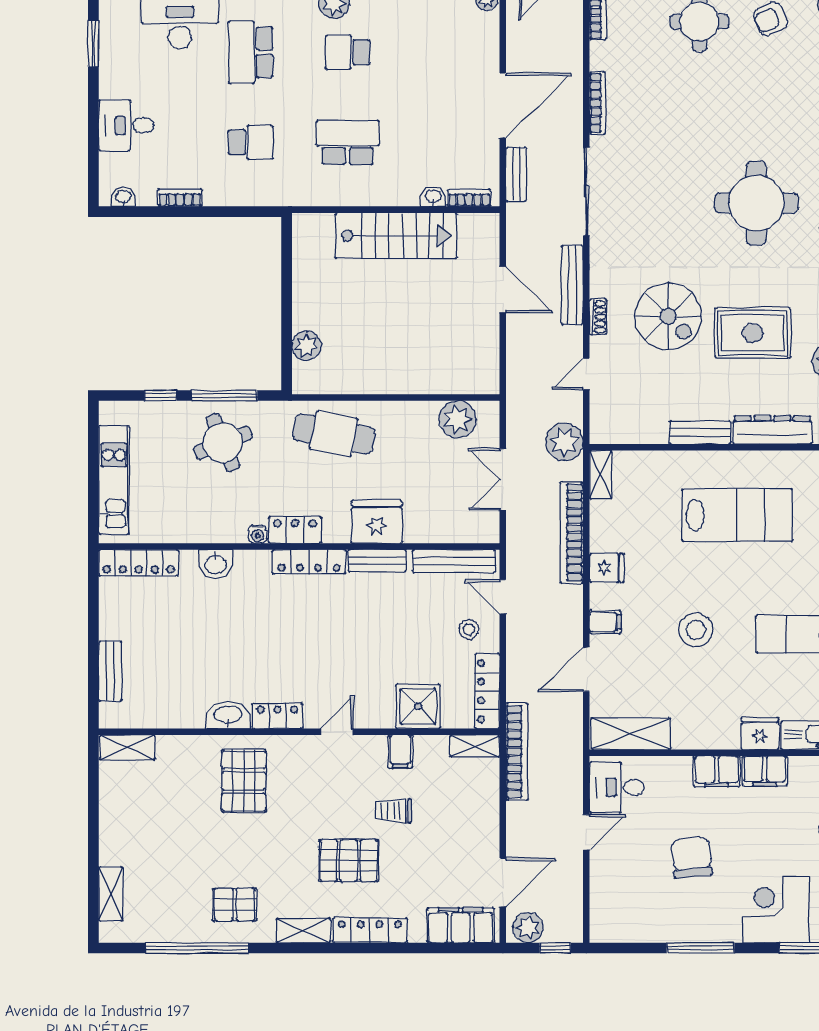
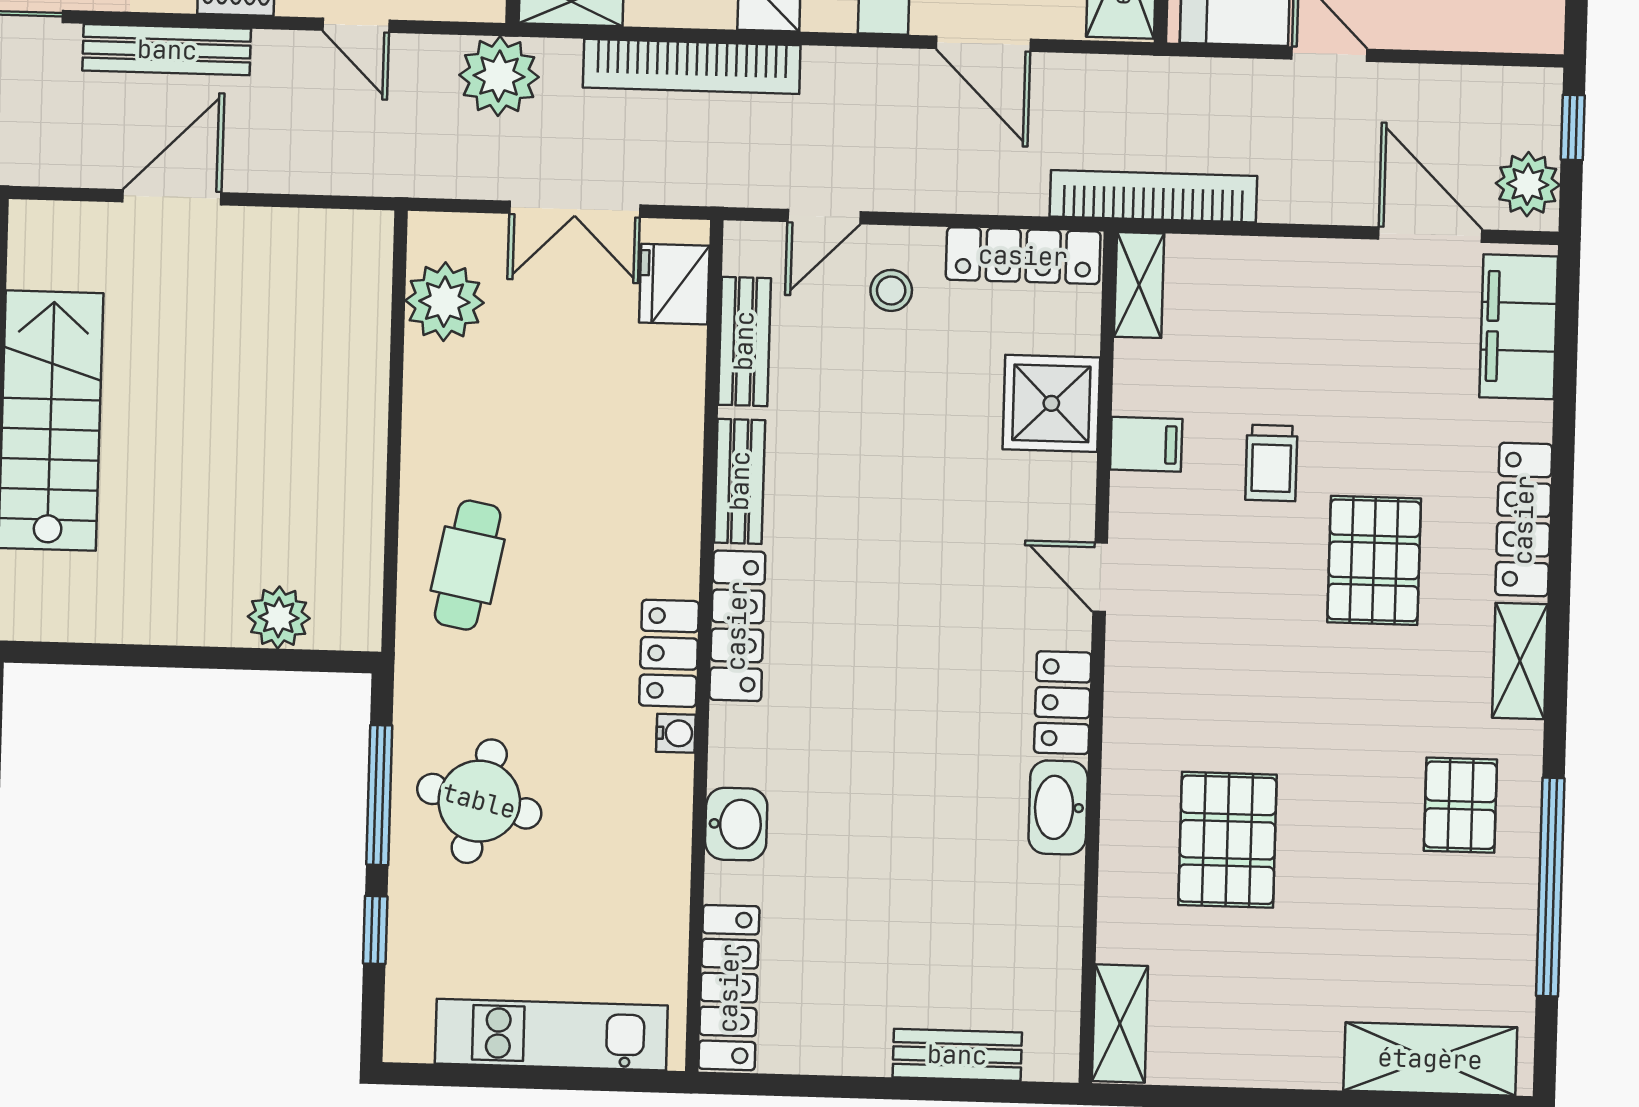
cafe table: (334, 434) -> (468, 565), width x0.73, depth x0.74
round table: (223, 443) -> (479, 801), turned 35
fridge: (377, 522) -> (674, 284), moved, width x0.73, depth x0.75
bench: (454, 561) -> (744, 341), width x0.73
pallet: (244, 781) -> (1228, 840), moved, turned 90
shelving: (111, 894) -> (1430, 1059), width x1.50, depth x1.33

